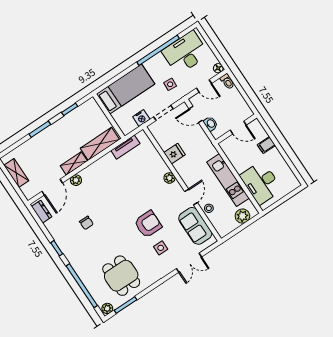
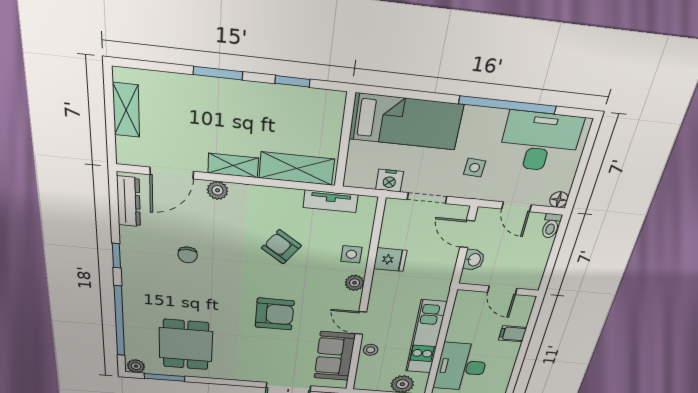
armchair: (123, 186) -> (281, 247), added
door: (191, 197) -> (361, 323), swing flipped
dresser: (42, 212) -> (129, 202), width x1.44
side table: (161, 248) -> (351, 254), moved

